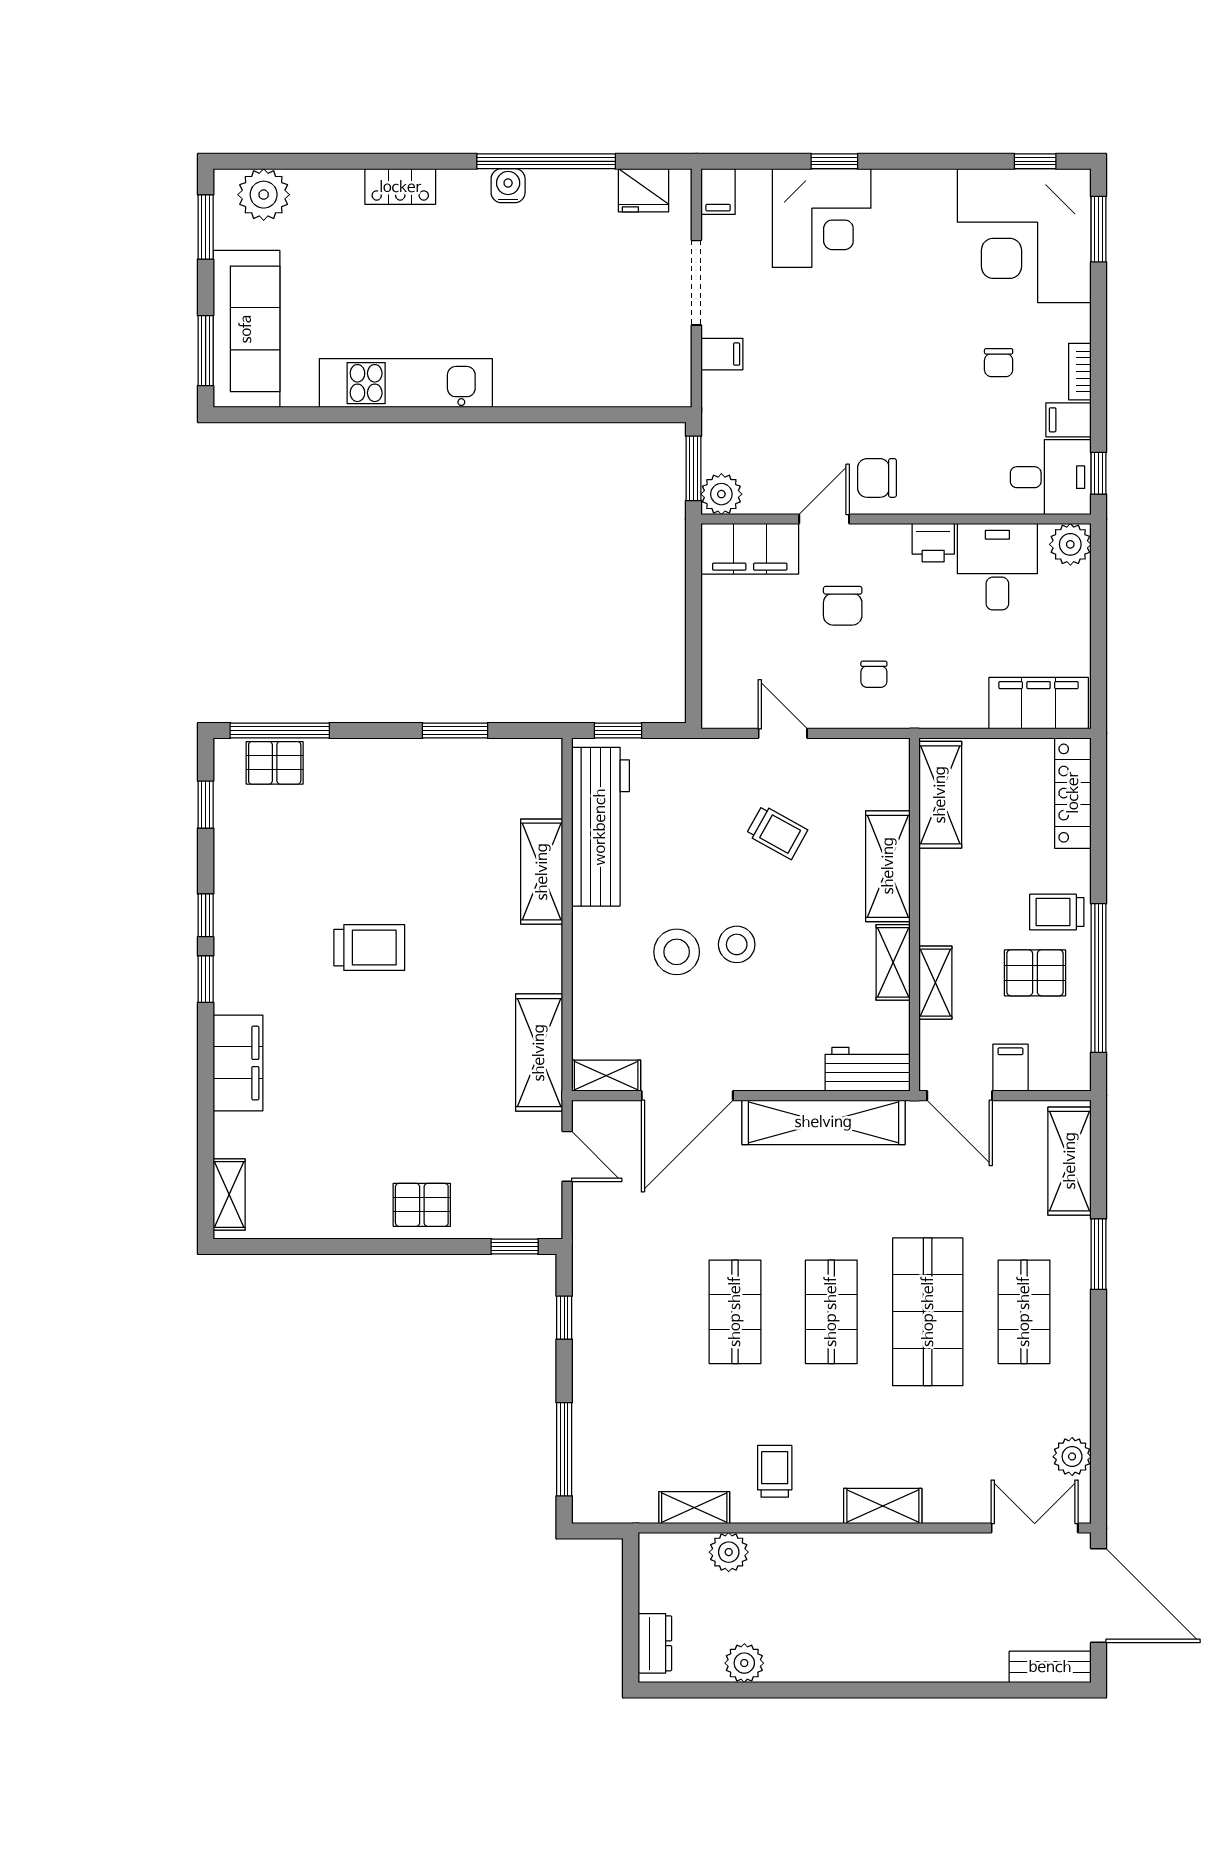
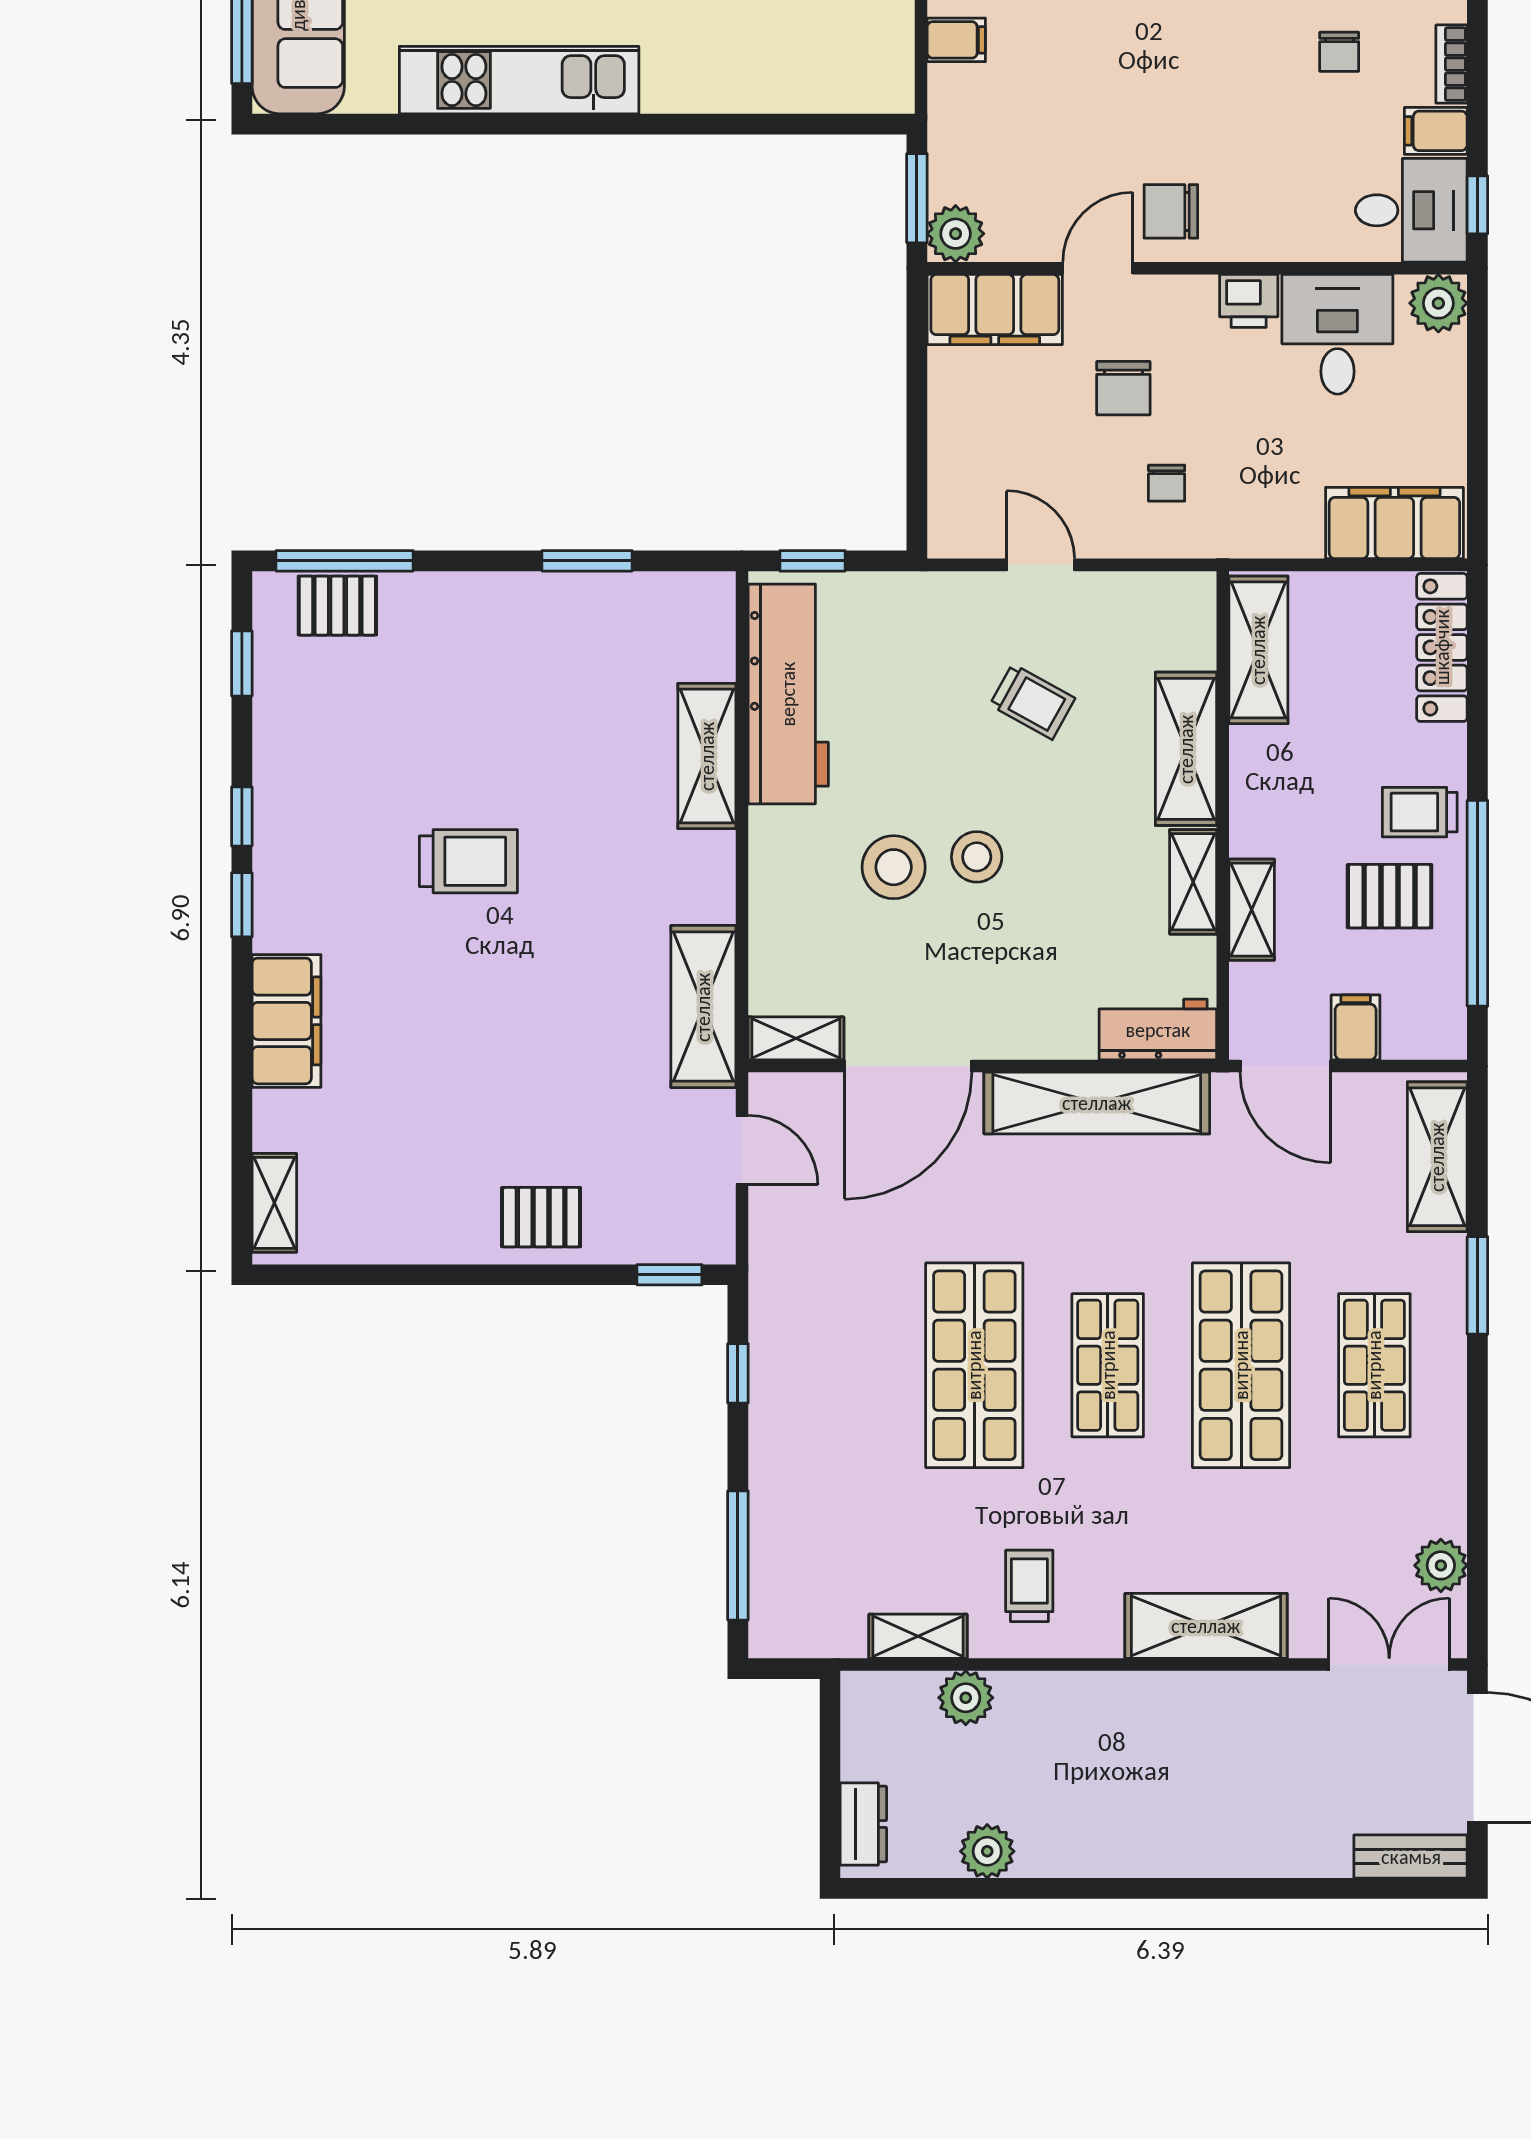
shop shelf: (735, 1312) -> (974, 1365), width x1.43, depth x1.36
shelving: (883, 1506) -> (1206, 1626), width x1.50, depth x1.33

